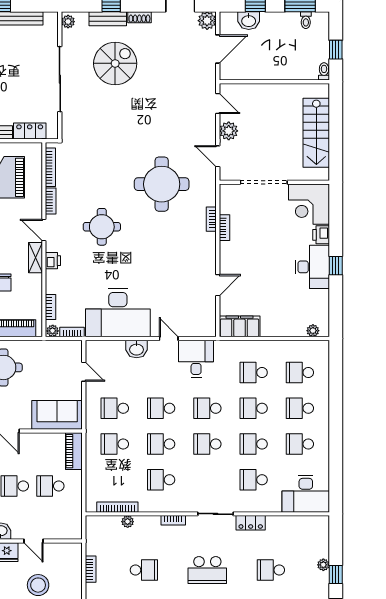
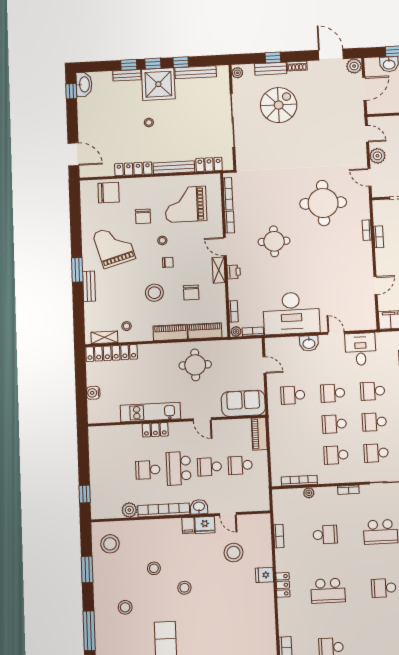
school desk: (115, 444) -> (376, 453), moved

